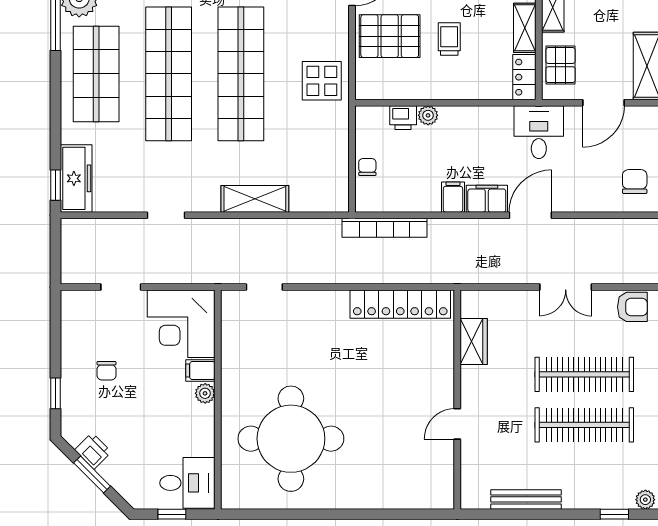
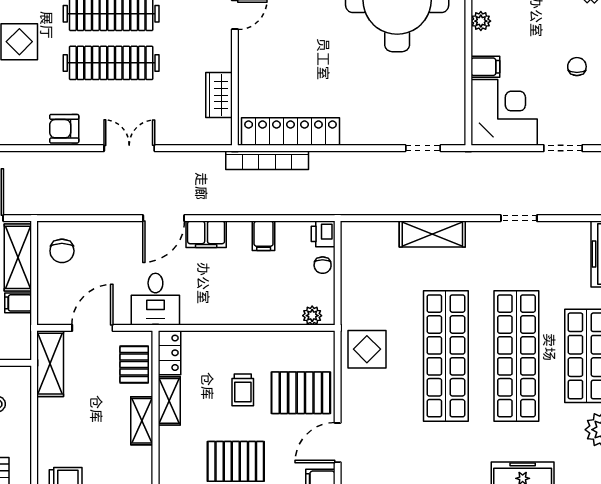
plant: (428, 115) -> (312, 316), moved
printer: (403, 118) -> (323, 234), moved, turned -90
filing cabinet: (453, 197) -> (264, 236), moved
bookcase: (385, 228) -> (267, 160), moved, turned 180
plant: (205, 393) -> (481, 21), moved

